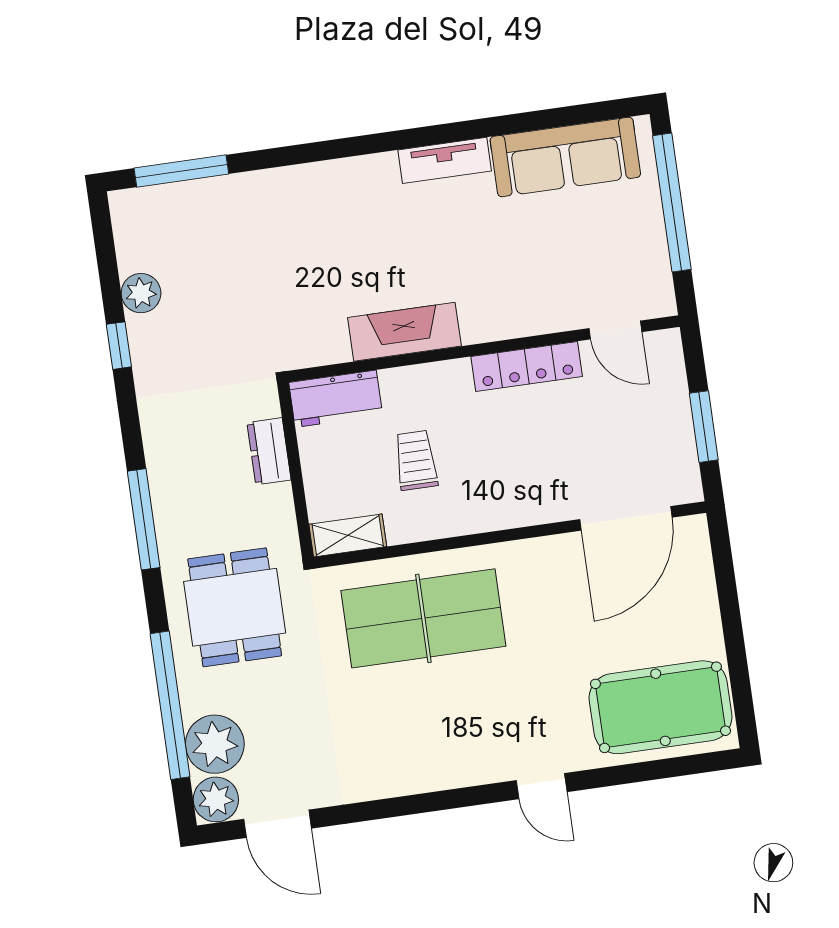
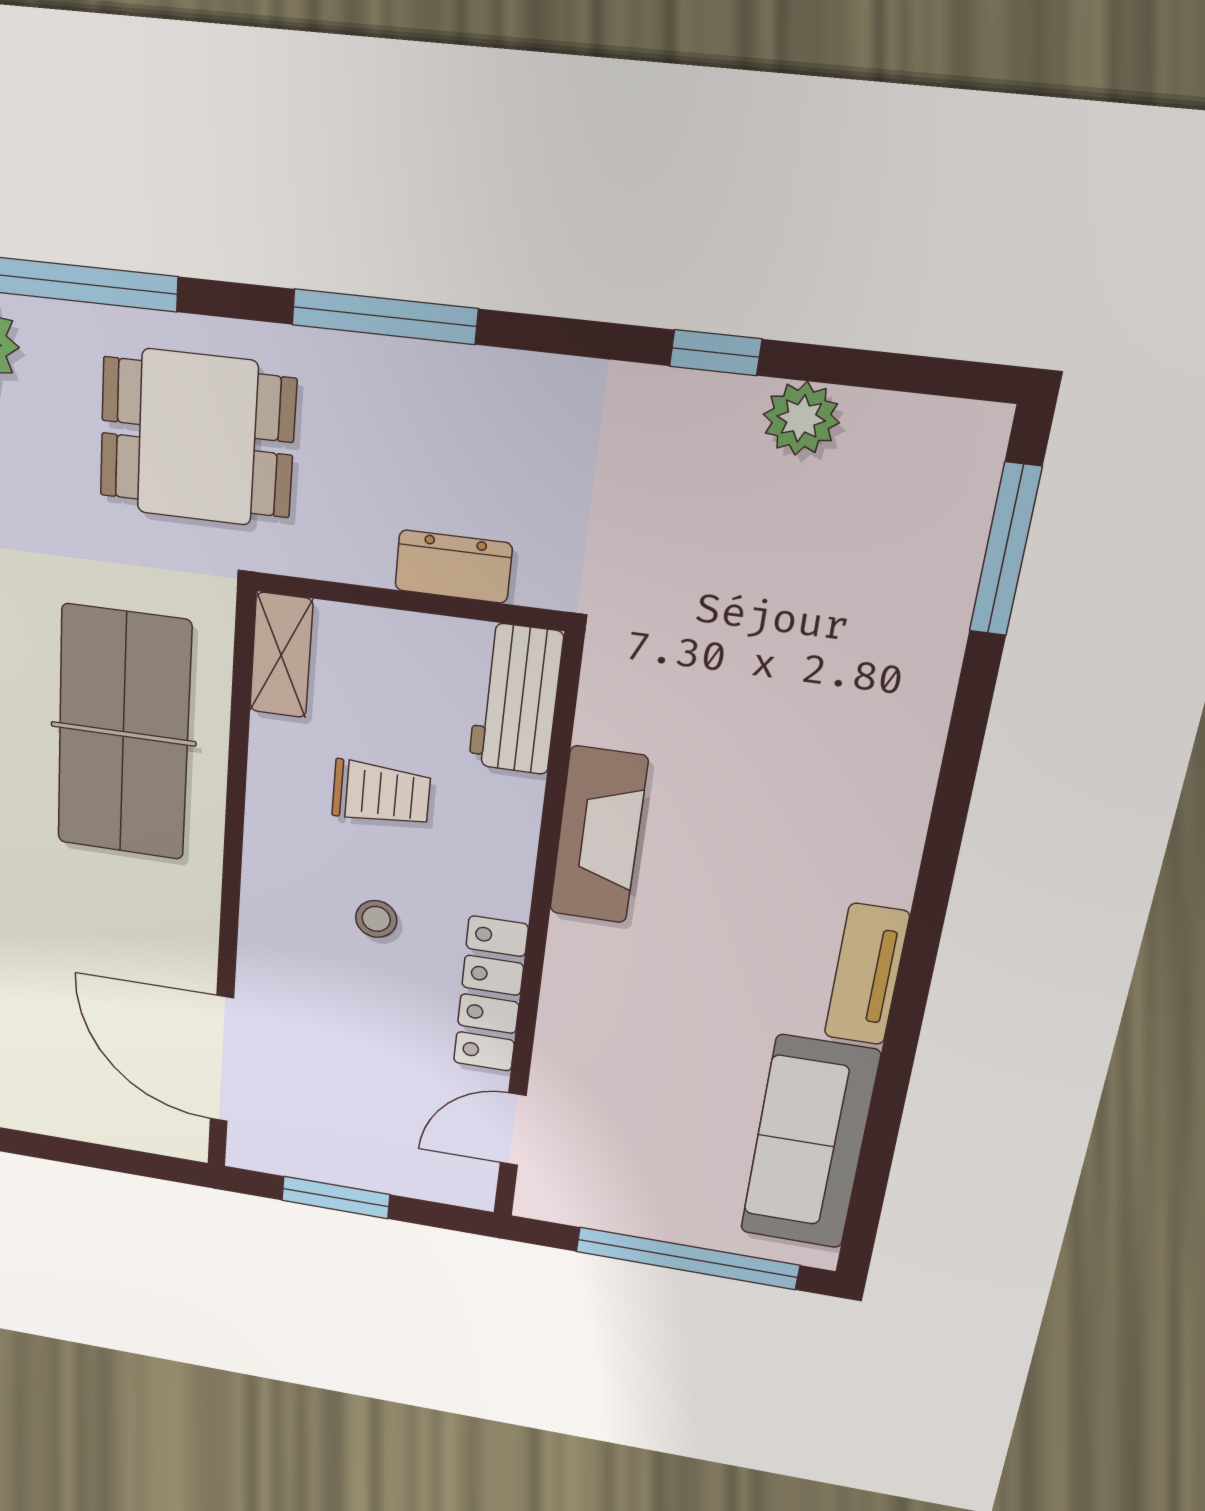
stool: (498, 445) -> (376, 919), added

